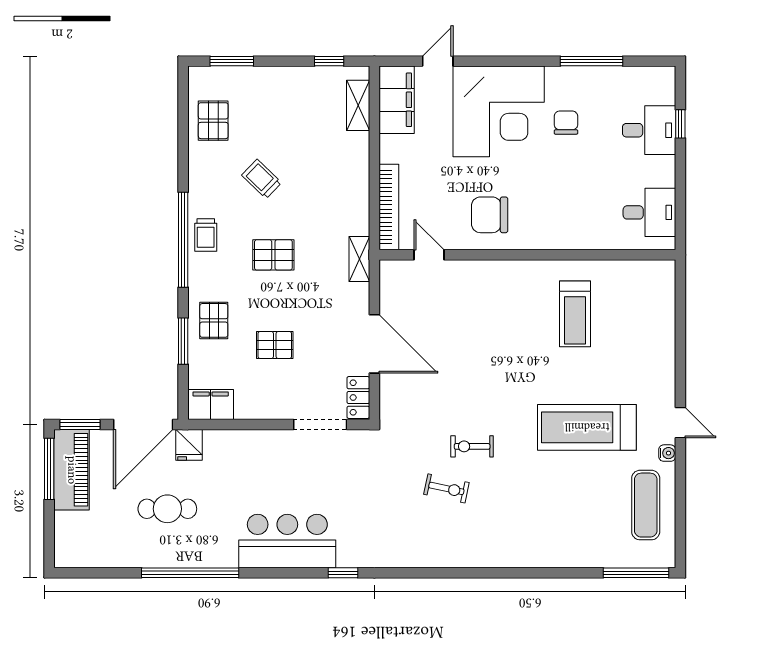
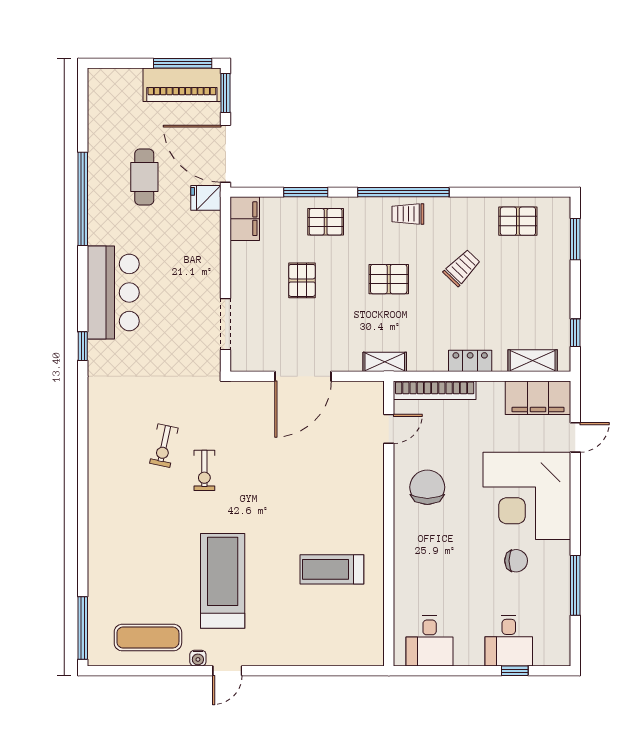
door: (438, 61) -> (575, 437), hinge flipped
pallet: (273, 255) -> (389, 279), turned 90
locker: (358, 397) -> (470, 361), moved
exercise bike: (472, 446) -> (204, 470), turned 180

